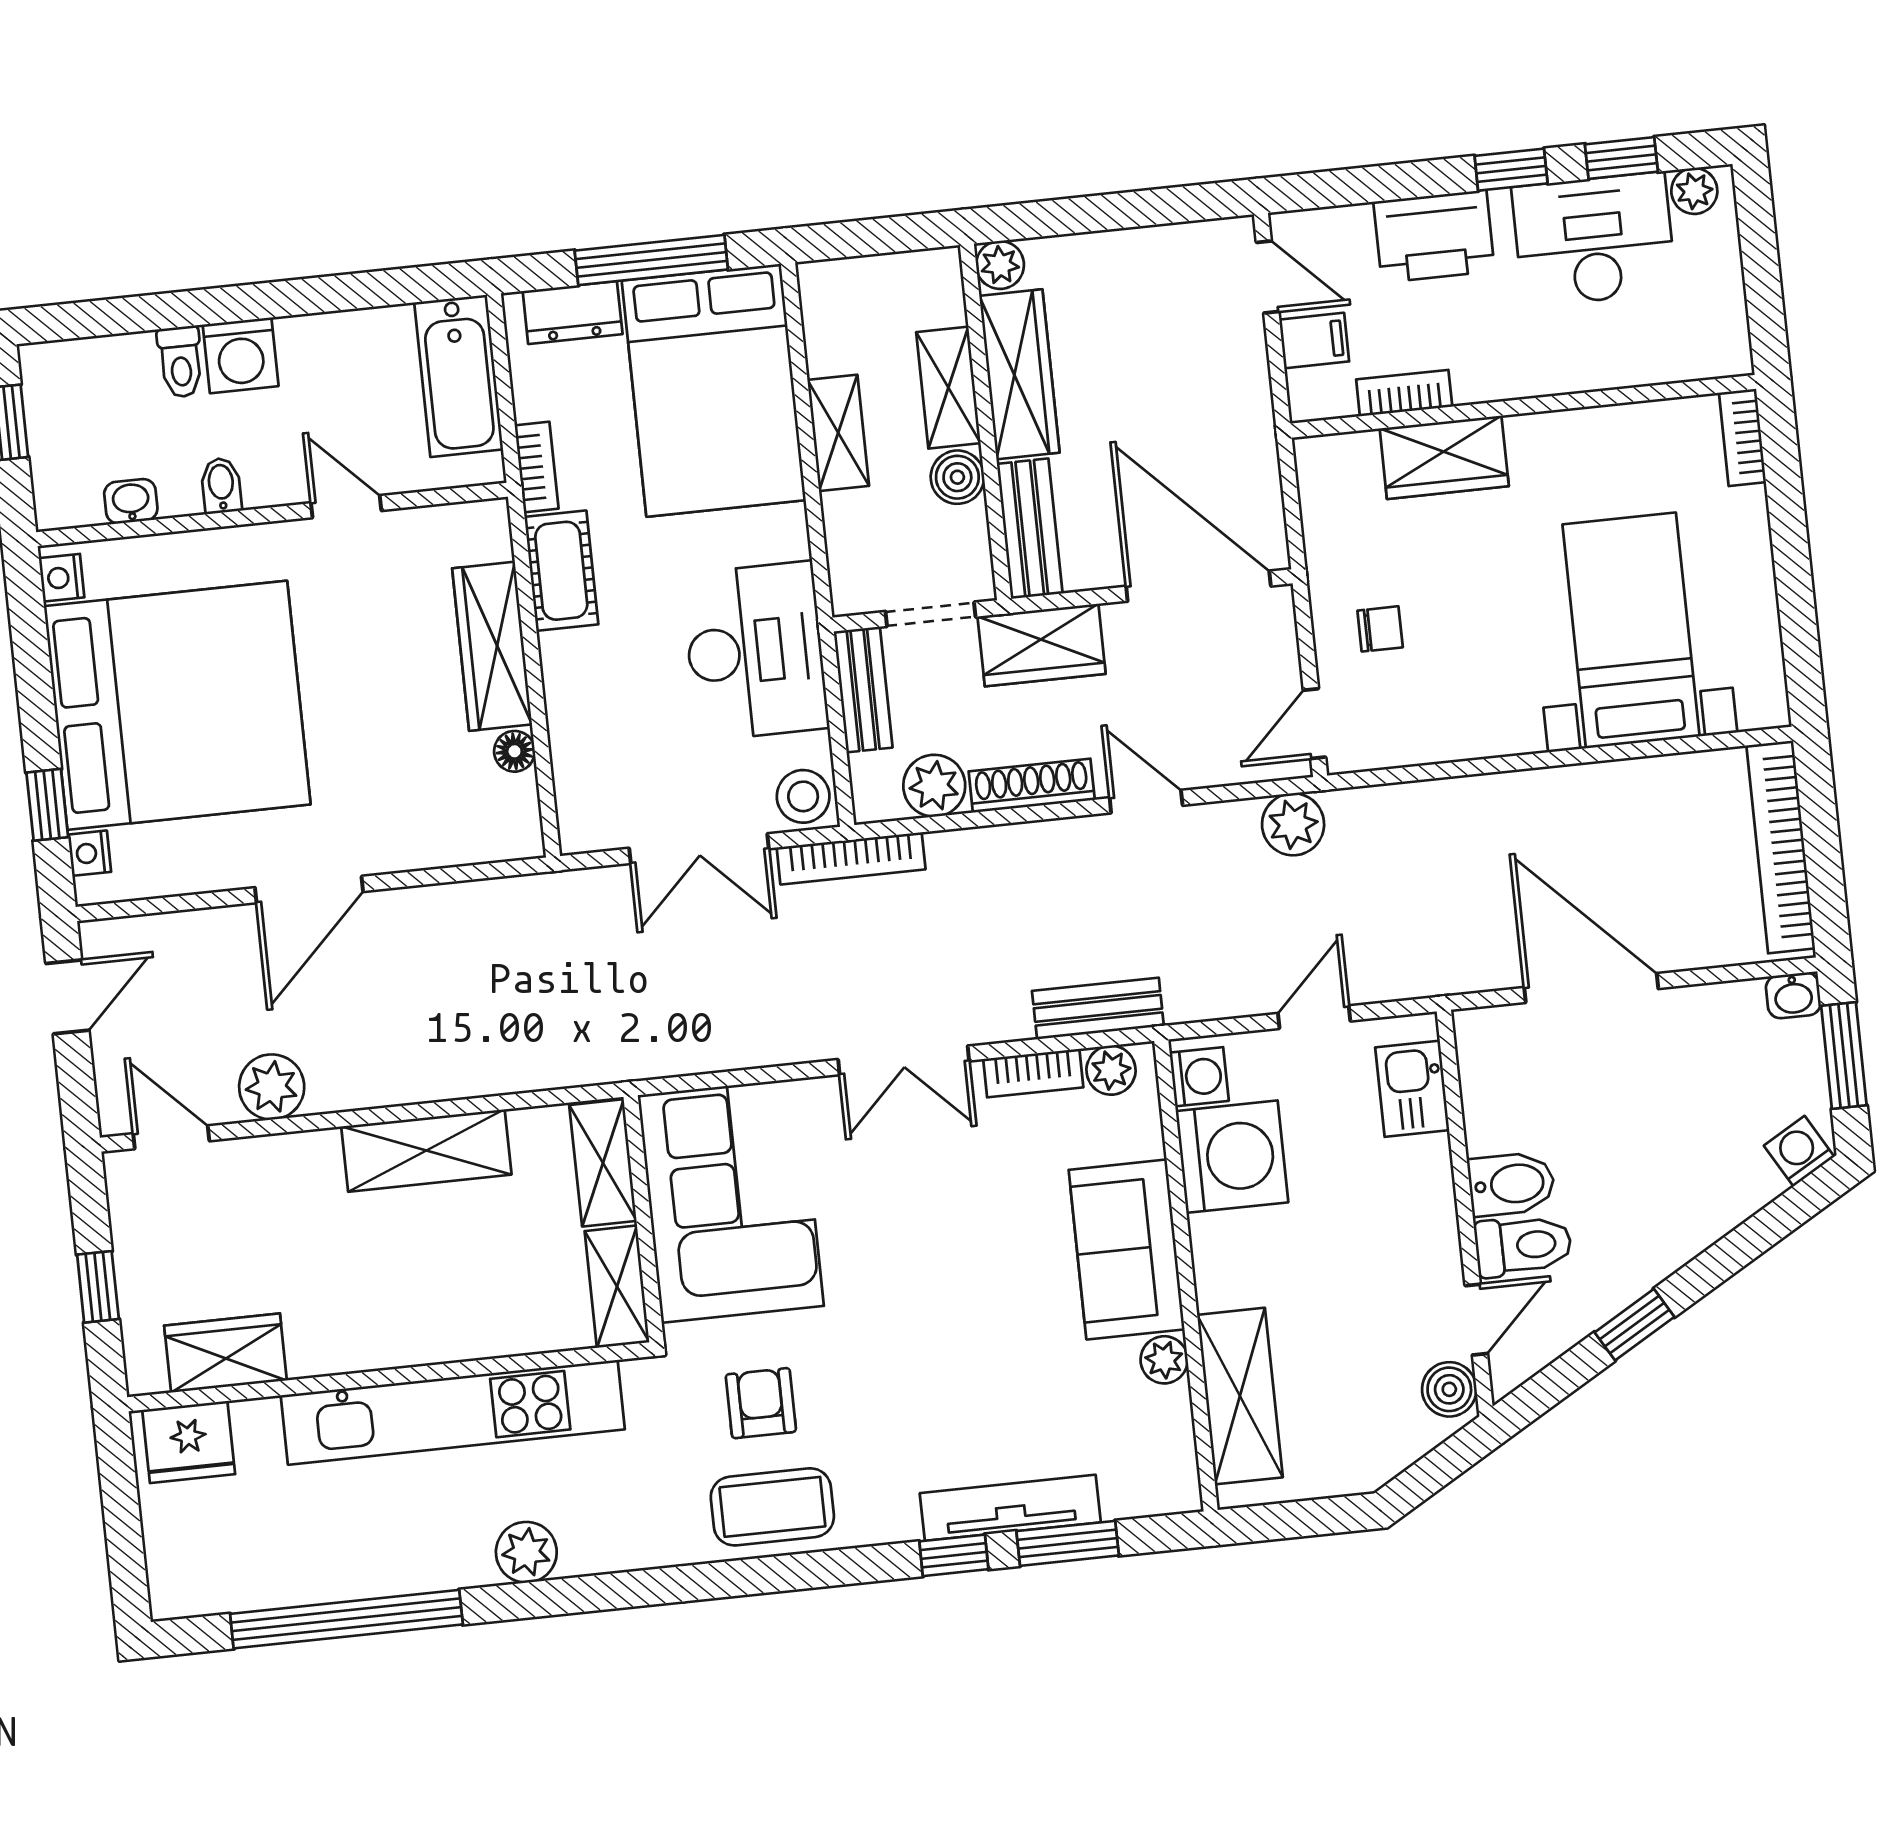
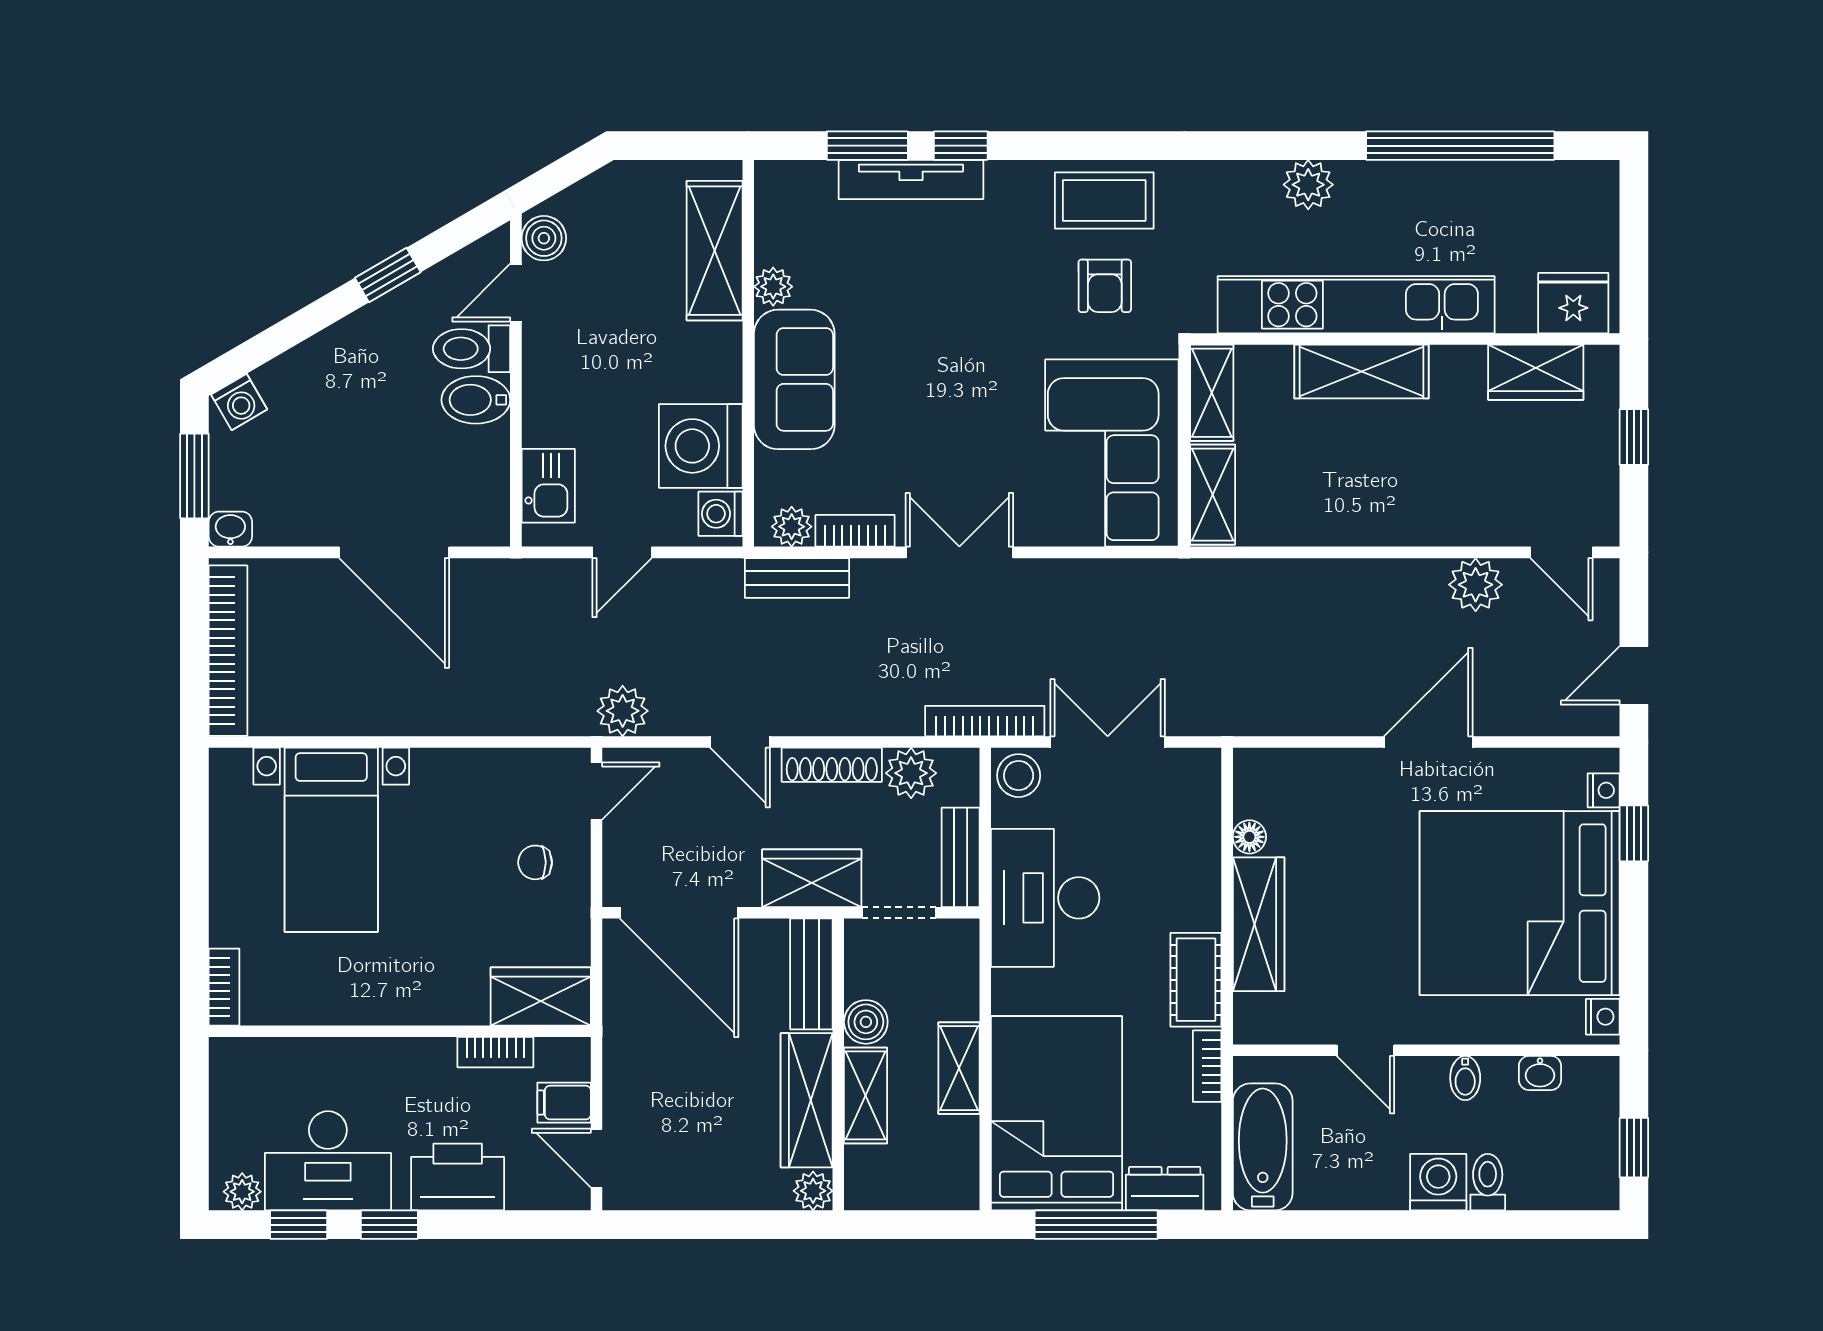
wardrobe: (1444, 457) -> (541, 996), moved
shelving: (426, 1151) -> (1362, 372), moved

